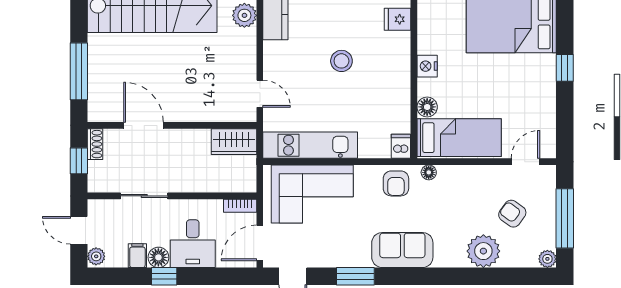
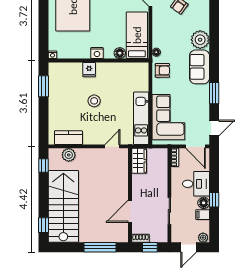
fridge: (398, 19) -> (89, 70), moved
dishwasher: (401, 146) -> (142, 68), removed
plant: (483, 251) -> (200, 40), moved

